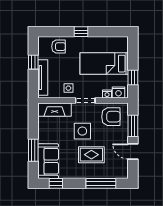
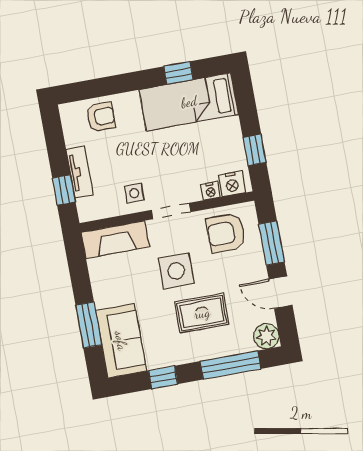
window: (81, 32) -> (178, 73), moved
window: (33, 62) -> (64, 190), moved
bed: (104, 64) -> (189, 102), moved
tv unit: (43, 77) -> (80, 172), width x0.71
armchair: (111, 117) -> (226, 233), turned 180
plant: (122, 172) -> (266, 336), added
window: (56, 183) -> (163, 377), moved

